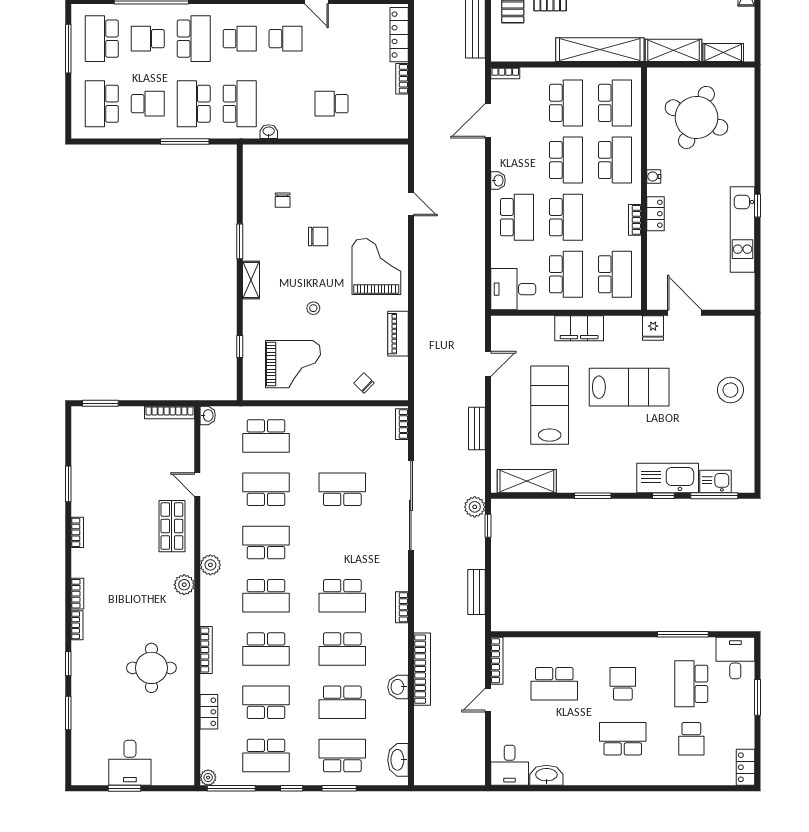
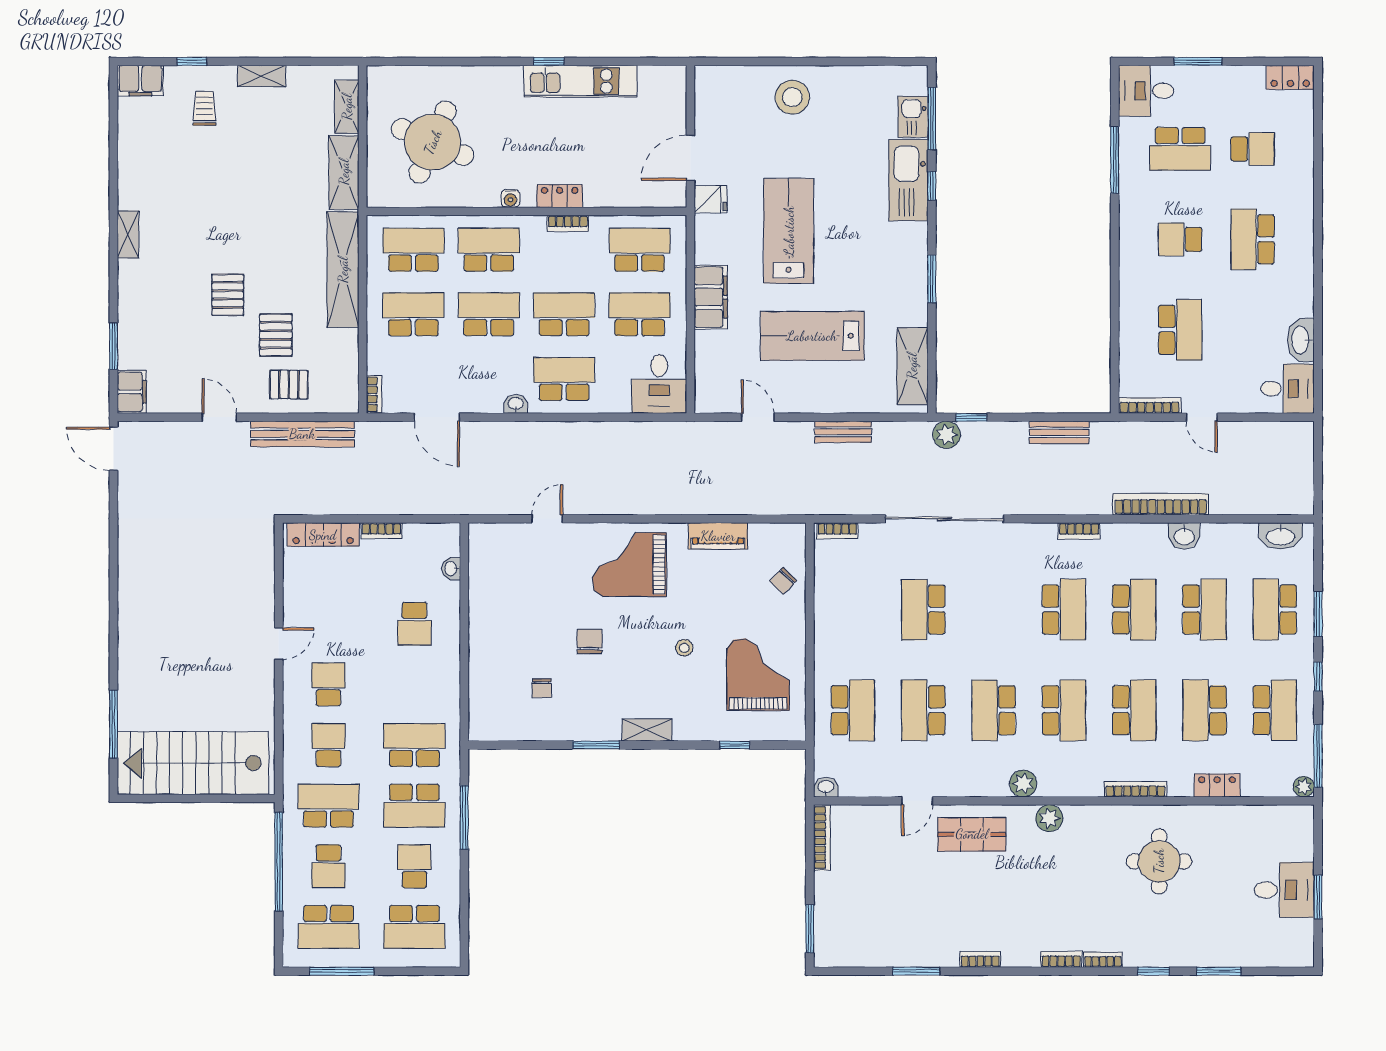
washbasin: (269, 132) -> (451, 569), moved
chair: (283, 200) -> (542, 688), turned 90

